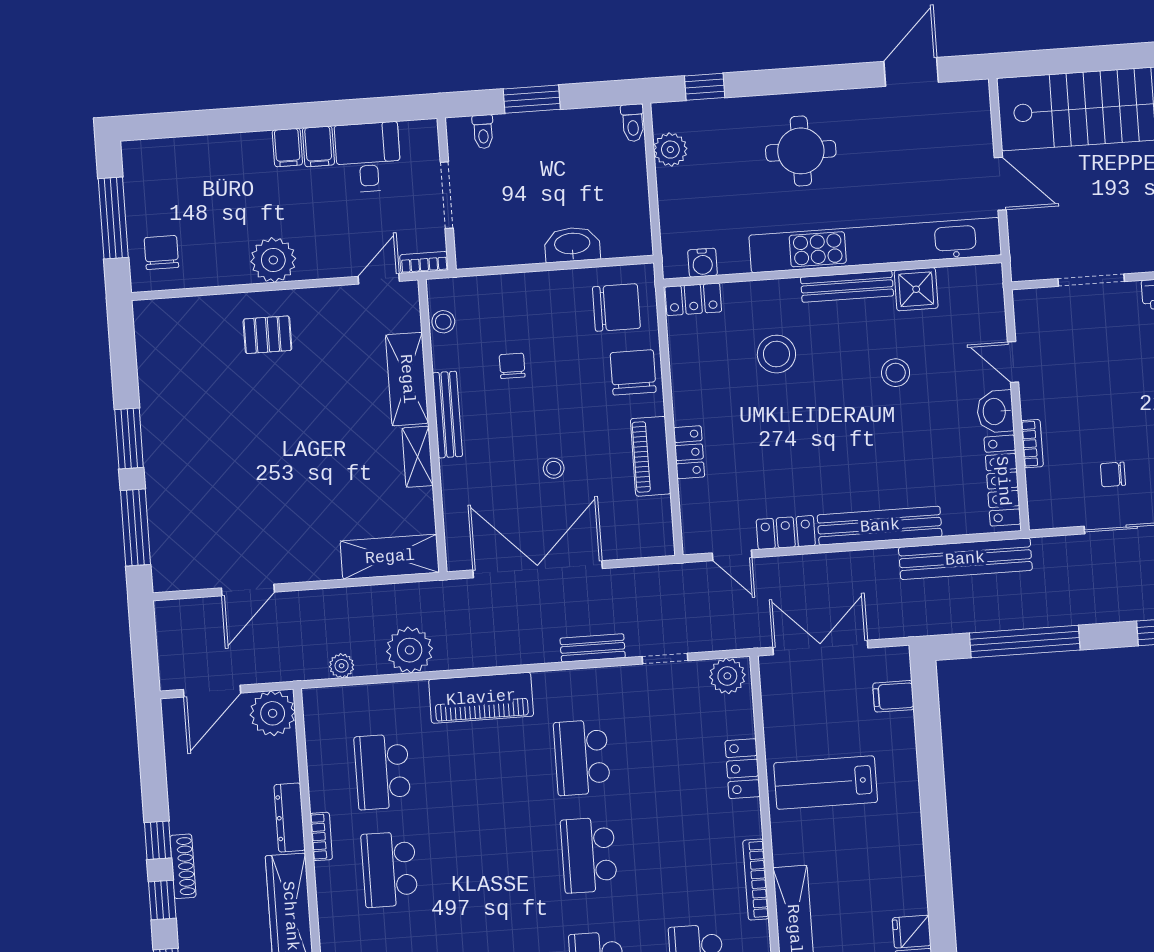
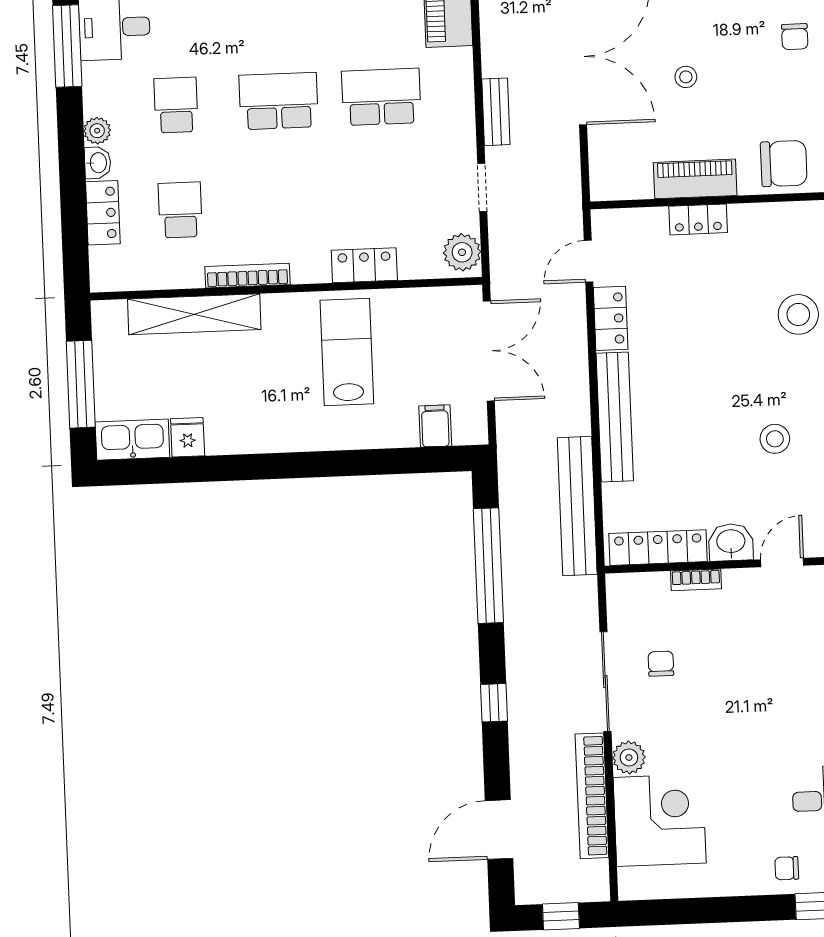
chair: (512, 366) -> (795, 37), turned 90

